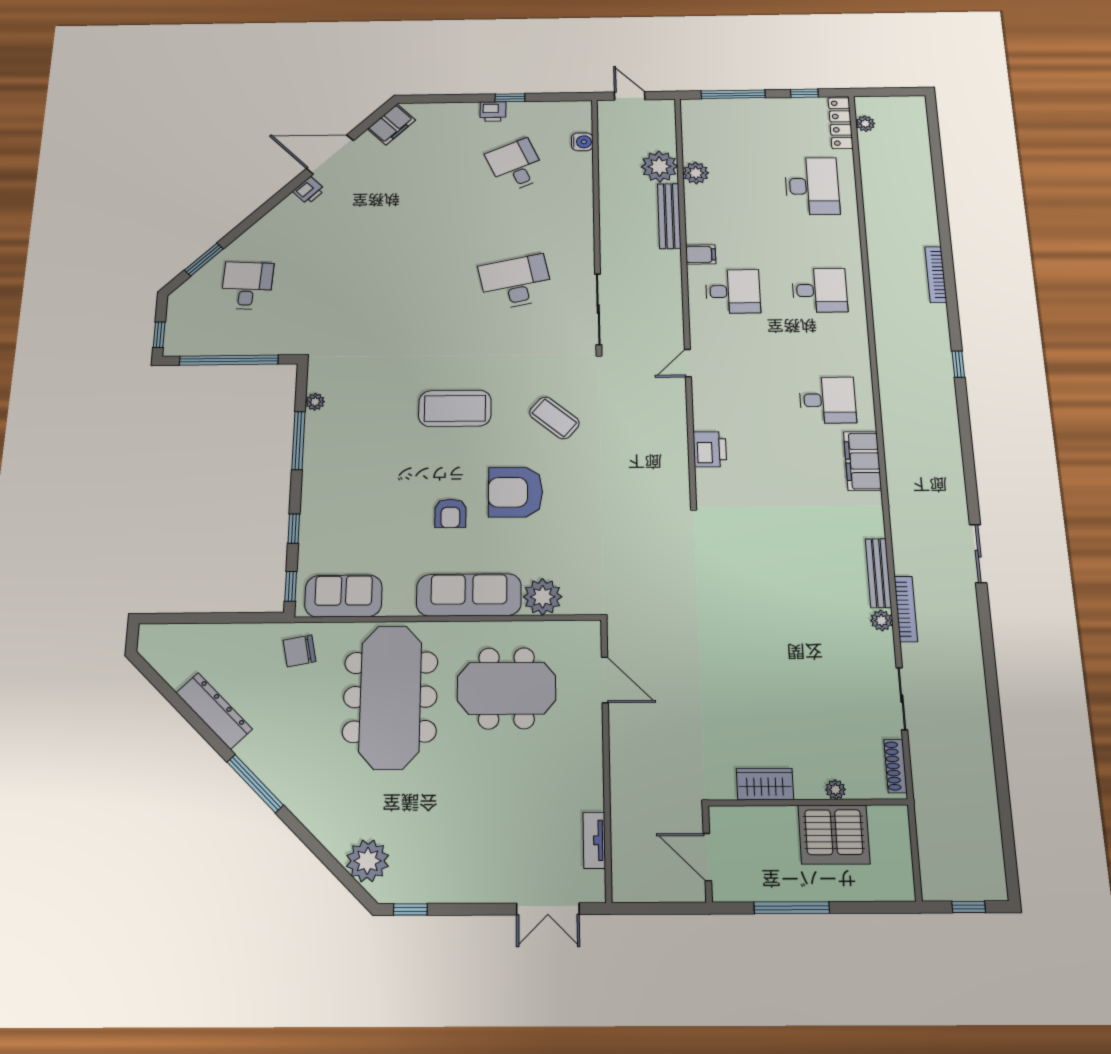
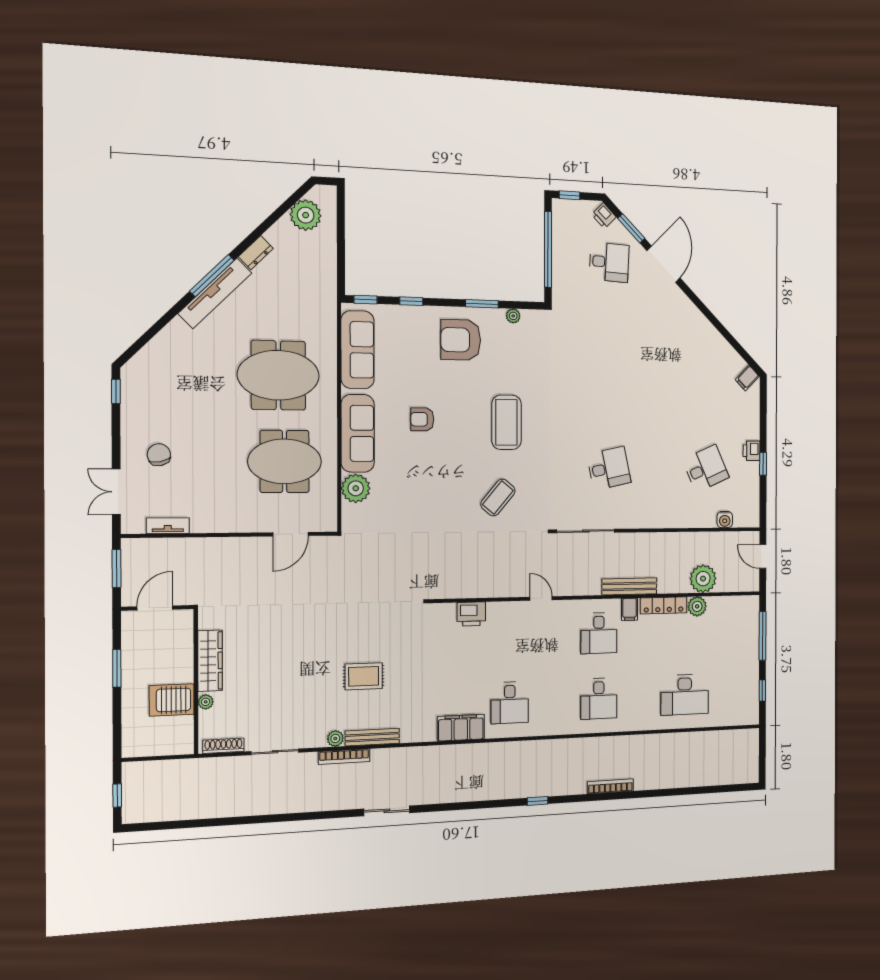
door: (630, 96) -> (763, 556), swing flipped
locker: (841, 123) -> (664, 605), moved, turned 180
plant: (865, 124) -> (736, 736), removed
filing cabinet: (392, 125) -> (747, 378), width x0.50
door: (330, 155) -> (663, 264), moved
printer: (309, 191) -> (604, 216), moved
bench: (669, 216) -> (629, 586), moved
desk: (516, 282) -> (609, 468), width x0.73
window: (298, 440) -> (482, 304), width x0.69
armchair: (515, 492) -> (461, 340), moved, turned -90
rug: (796, 585) -> (364, 676), added
sofa: (343, 596) -> (358, 350), width x1.36
chair: (299, 651) -> (159, 455), moved
meeting table: (506, 688) -> (285, 461), turned 90
meeting table: (390, 697) -> (278, 375), width x0.73
dresser: (214, 711) -> (256, 253), width x0.51, depth x0.80
tv unit: (279, 779) -> (215, 293), added
wardrobe: (765, 784) -> (210, 661), width x1.50
server rack: (834, 834) -> (172, 700), width x0.62
plant: (368, 861) -> (306, 215), moved
window: (654, 908) -> (116, 569), added
window: (792, 908) -> (117, 668), width x0.69

